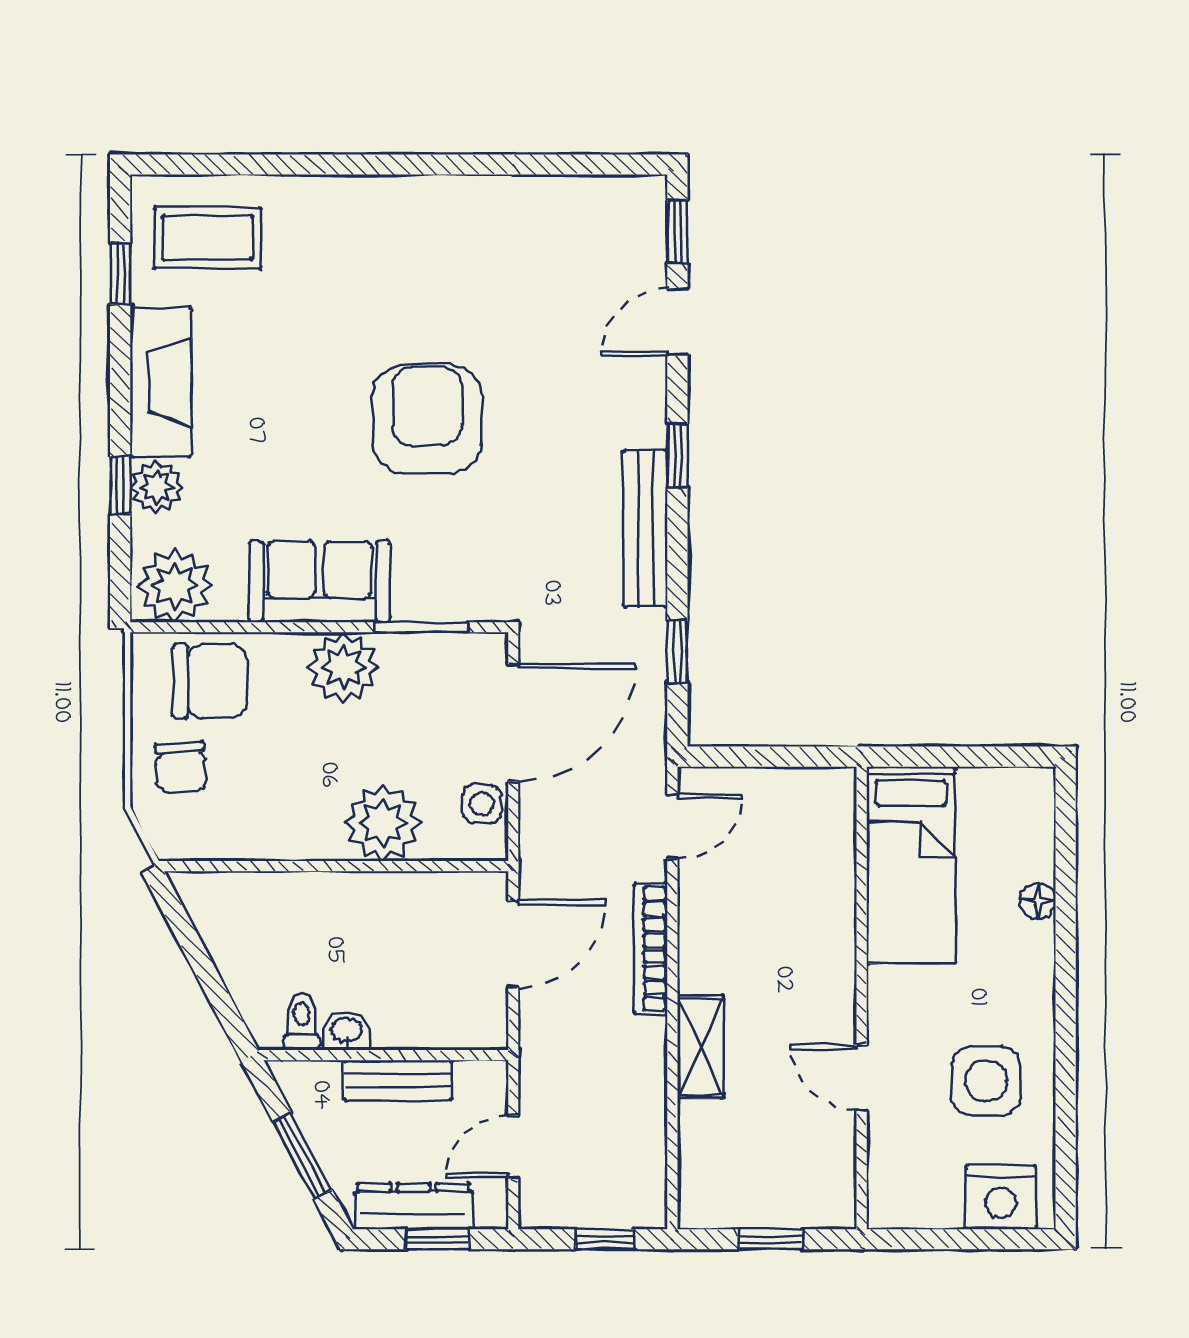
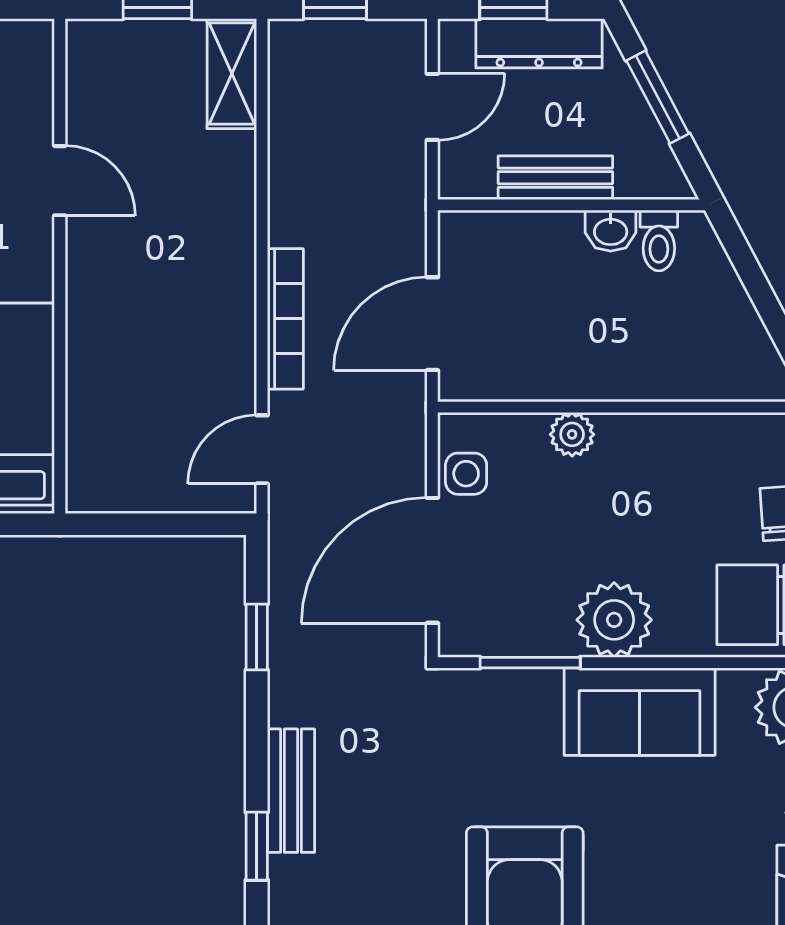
bench: (645, 529) -> (291, 791), width x0.73
plant: (383, 823) -> (572, 434), width x0.53, depth x0.53
shelving: (701, 1047) -> (232, 74), moved

